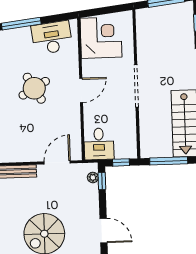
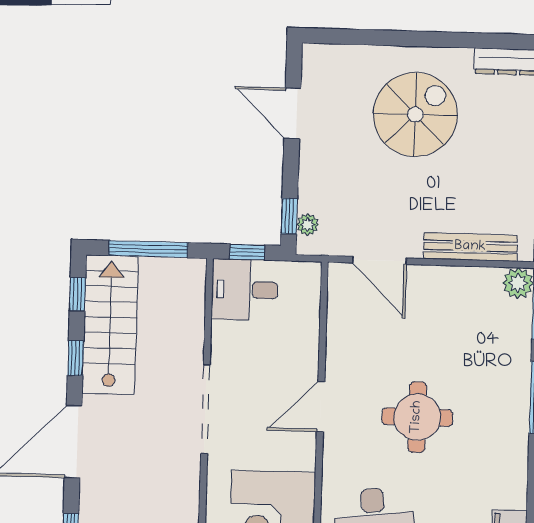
round table: (34, 88) -> (417, 417), turned 30
desk: (99, 144) -> (245, 290), moved, turned -90
door: (57, 162) -> (380, 260), hinge flipped

